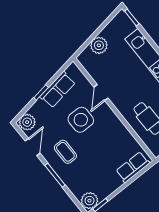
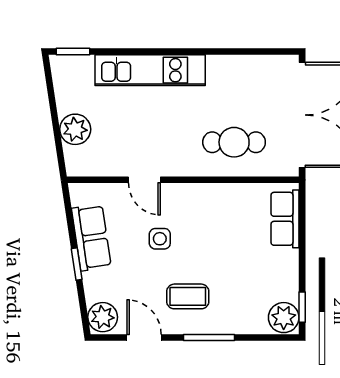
side table: (81, 120) -> (160, 239), width x0.54, depth x0.54

